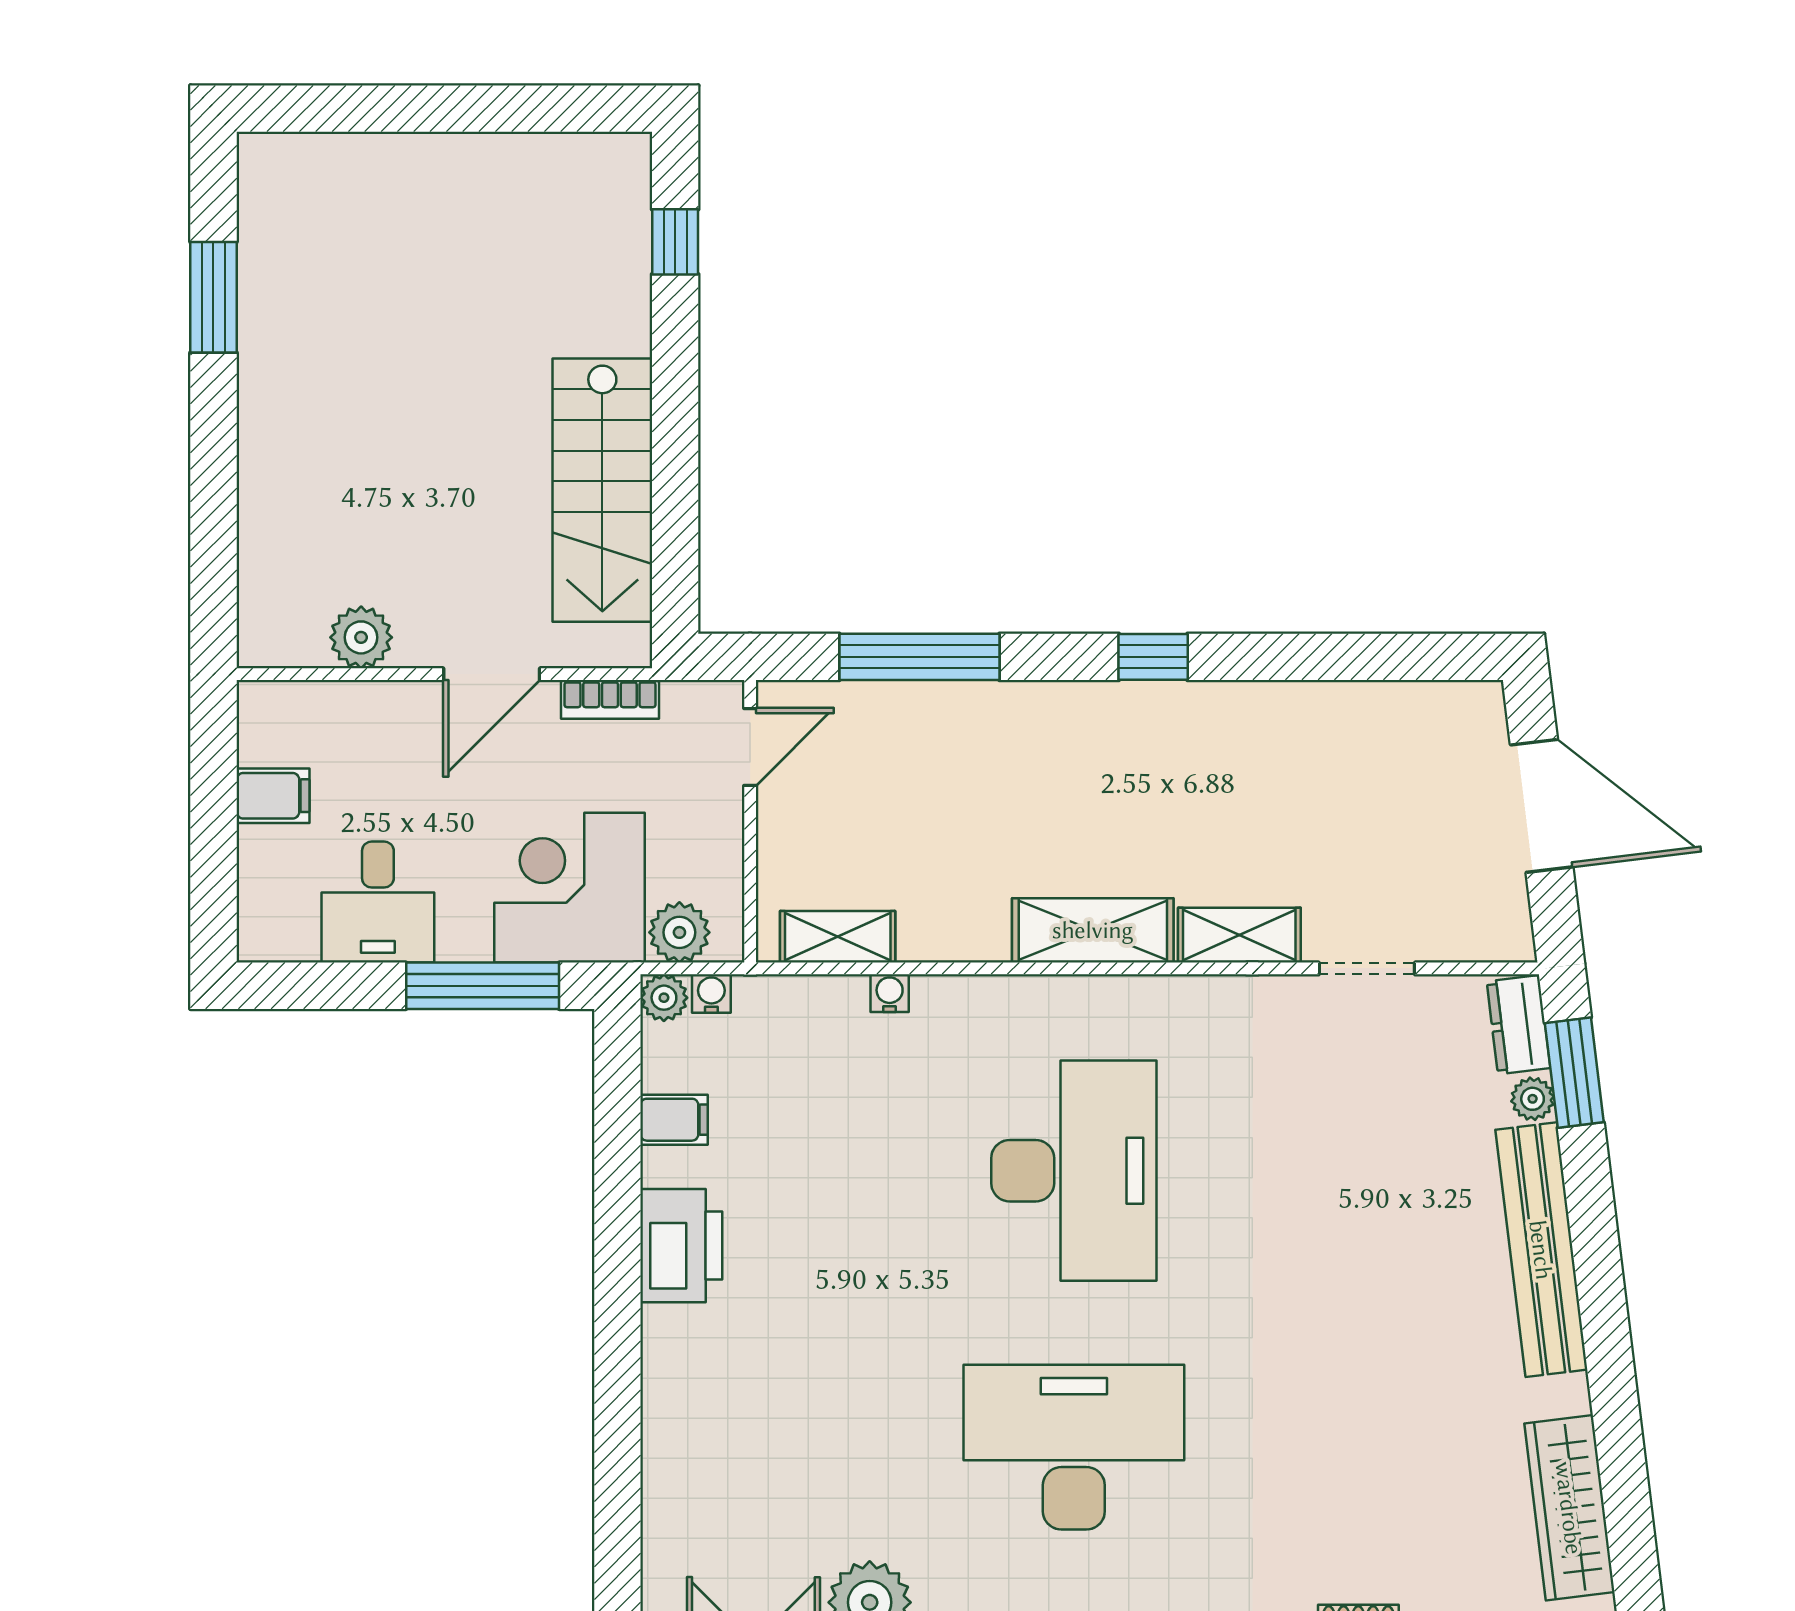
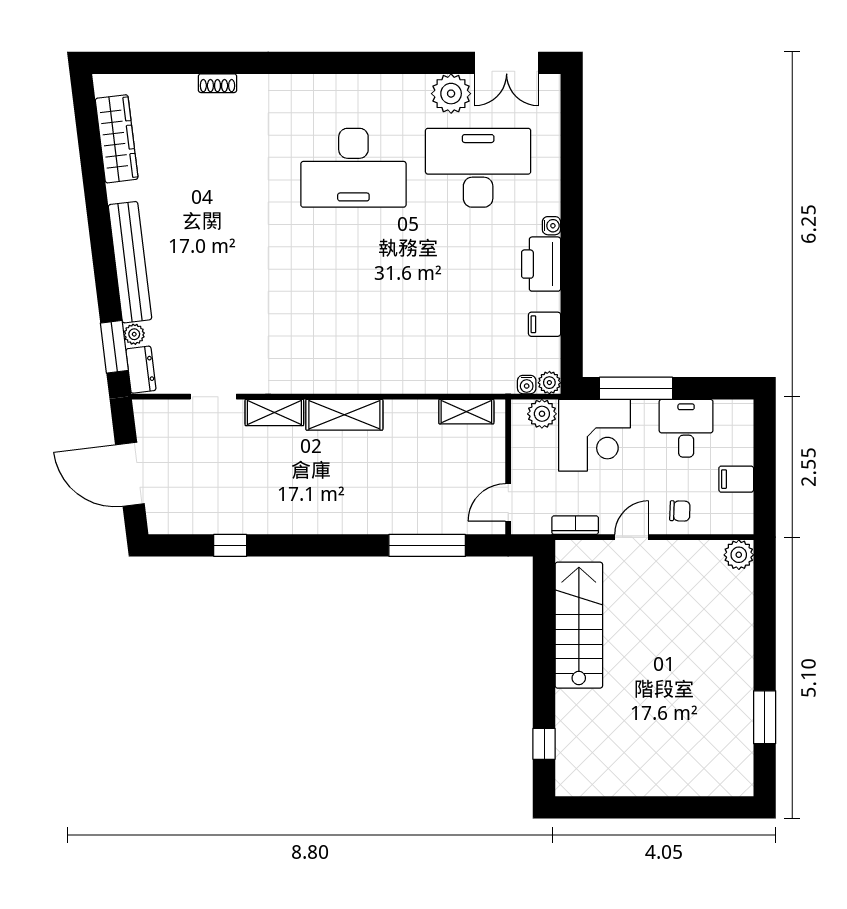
plant: (361, 637) -> (739, 555), moved
window: (1153, 657) -> (230, 545), moved
door: (492, 674) -> (632, 537), width x0.73
chair: (391, 729) -> (680, 511), added
water cooler: (890, 993) -> (551, 226), moved, turned -90
desk: (1074, 1171) -> (478, 168), moved, turned 90

